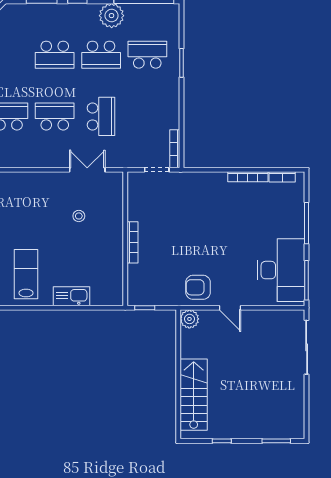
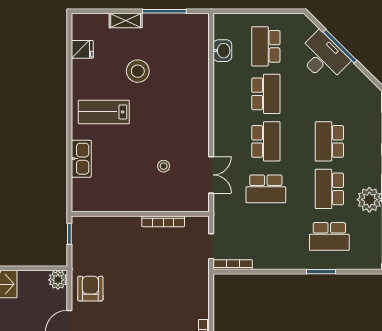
school desk: (147, 55) -> (329, 236), turned 90
bookcase: (133, 242) -> (163, 221), moved
lab bench: (26, 274) -> (104, 112), turned 180

